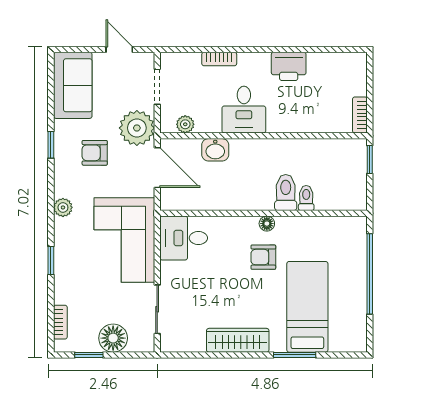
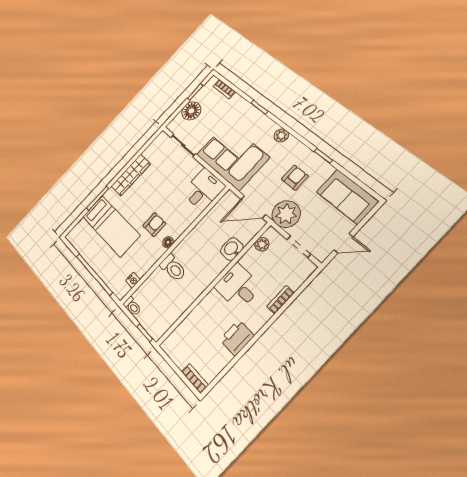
bookcase: (360, 115) -> (195, 378), moved
toilet: (306, 198) -> (132, 306), moved
nightstand: (335, 224) -> (133, 280), added

